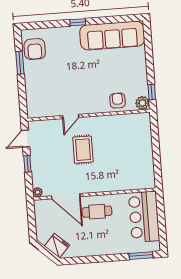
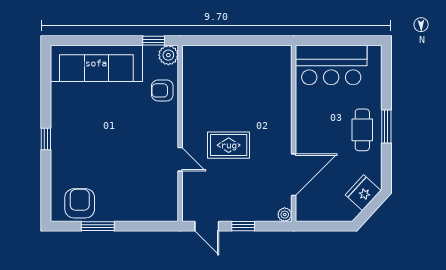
sofa: (112, 36) -> (96, 63), moved, turned 90
armchair: (35, 49) -> (80, 203), turned -90
cafe table: (97, 212) -> (362, 130), moved
window: (141, 256) -> (386, 126), moved

